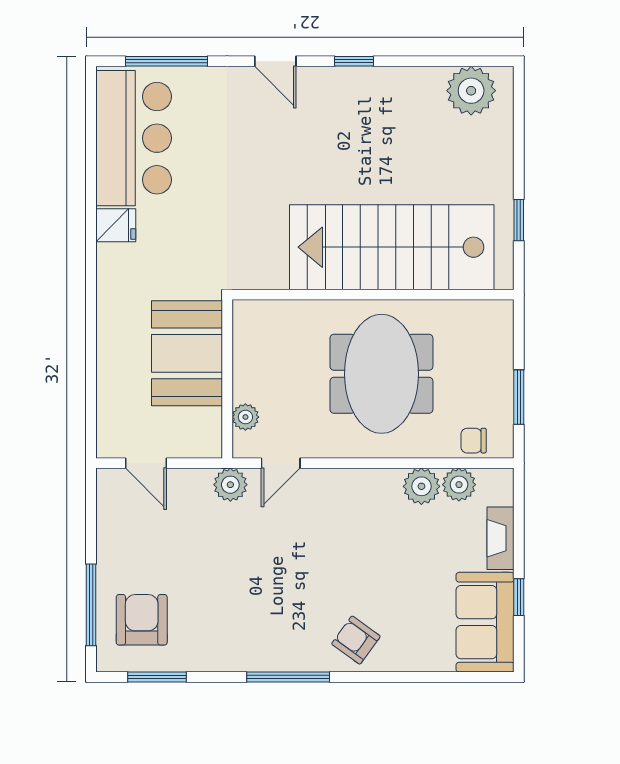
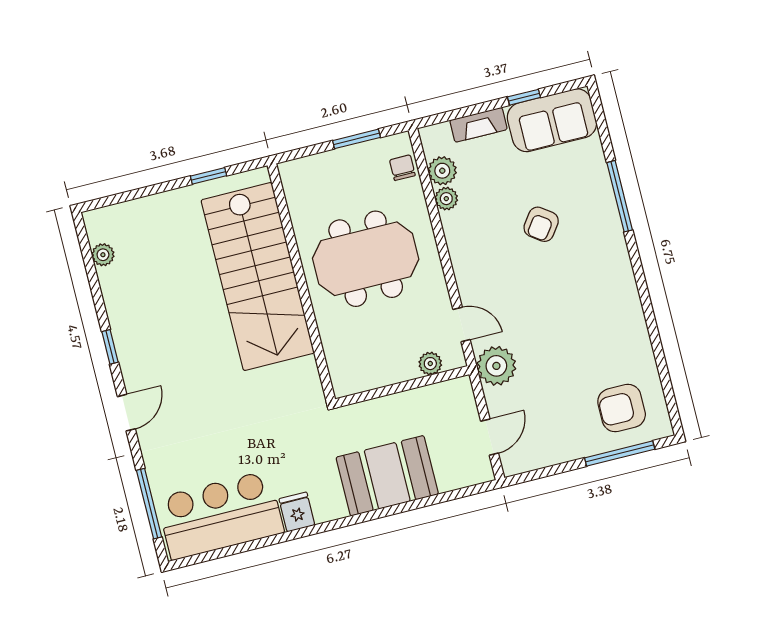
plant: (471, 91) -> (103, 255), width x0.53, depth x0.53
booth: (187, 353) -> (387, 476), moved
chair: (474, 441) -> (402, 168), turned 180
plant: (230, 485) -> (496, 366), width x1.36, depth x1.36
plant: (421, 486) -> (446, 199), width x0.73, depth x0.73
armchair: (356, 640) -> (541, 224), moved
window: (157, 677) -> (666, 383), removed
window: (288, 677) -> (620, 196), moved

